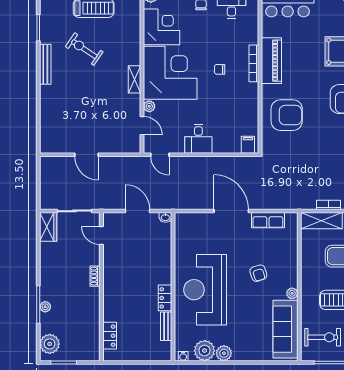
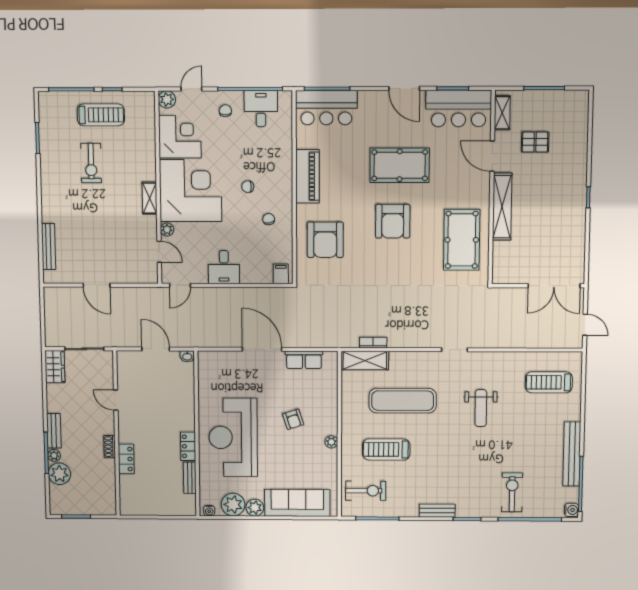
exercise bike: (84, 49) -> (91, 163), turned -124
bookcase: (254, 63) -> (287, 180), removed
bench: (45, 64) -> (49, 246), moved
chair: (238, 97) -> (269, 219), added
armchair: (287, 115) -> (325, 240), turned 90
door: (160, 155) -> (180, 285), hinge flipped
door: (101, 236) -> (116, 400), moved
shoe rack: (95, 276) -> (110, 447), moved
bench: (46, 284) -> (54, 431), added
sofa: (285, 329) -> (297, 503), moved, turned 90
locker: (110, 336) -> (126, 459), moved
plant: (50, 344) -> (59, 474), moved

